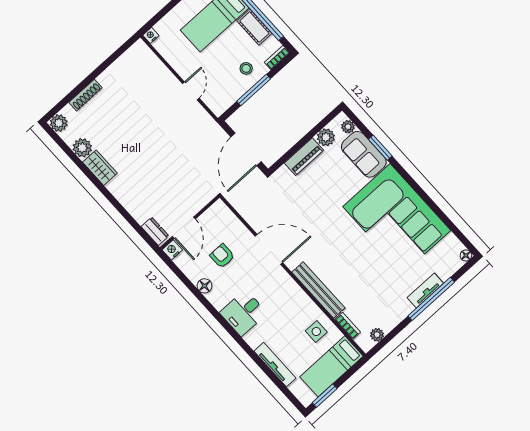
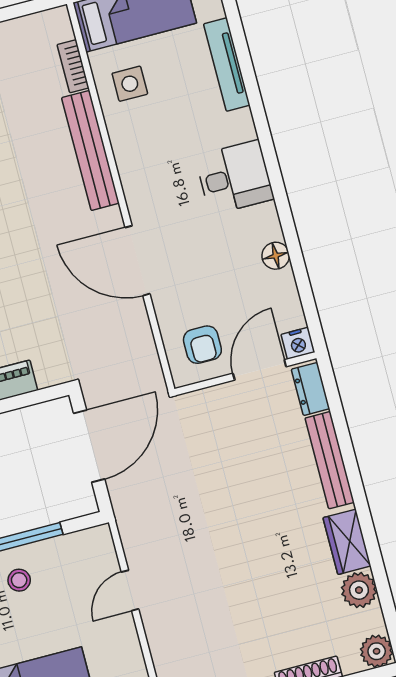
bench: (128, 202) -> (330, 460), added
armchair: (222, 256) -> (202, 345), moved
plant: (377, 335) -> (32, 26), removed

